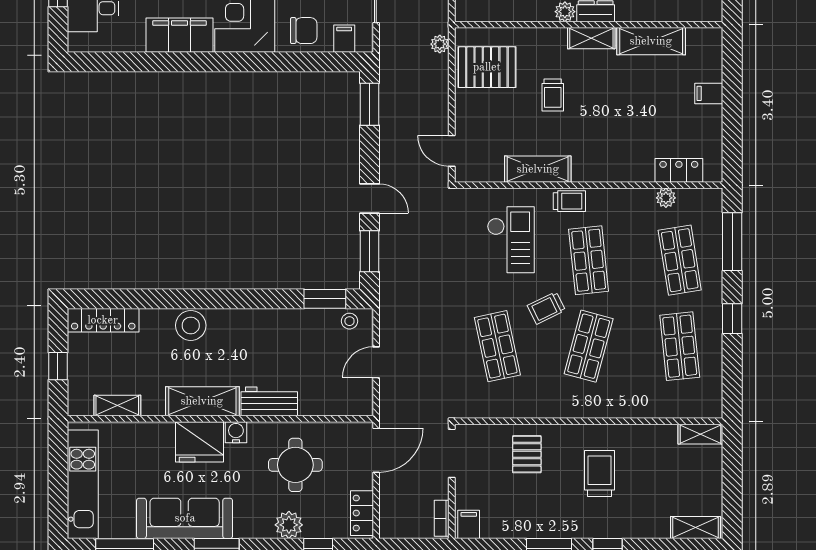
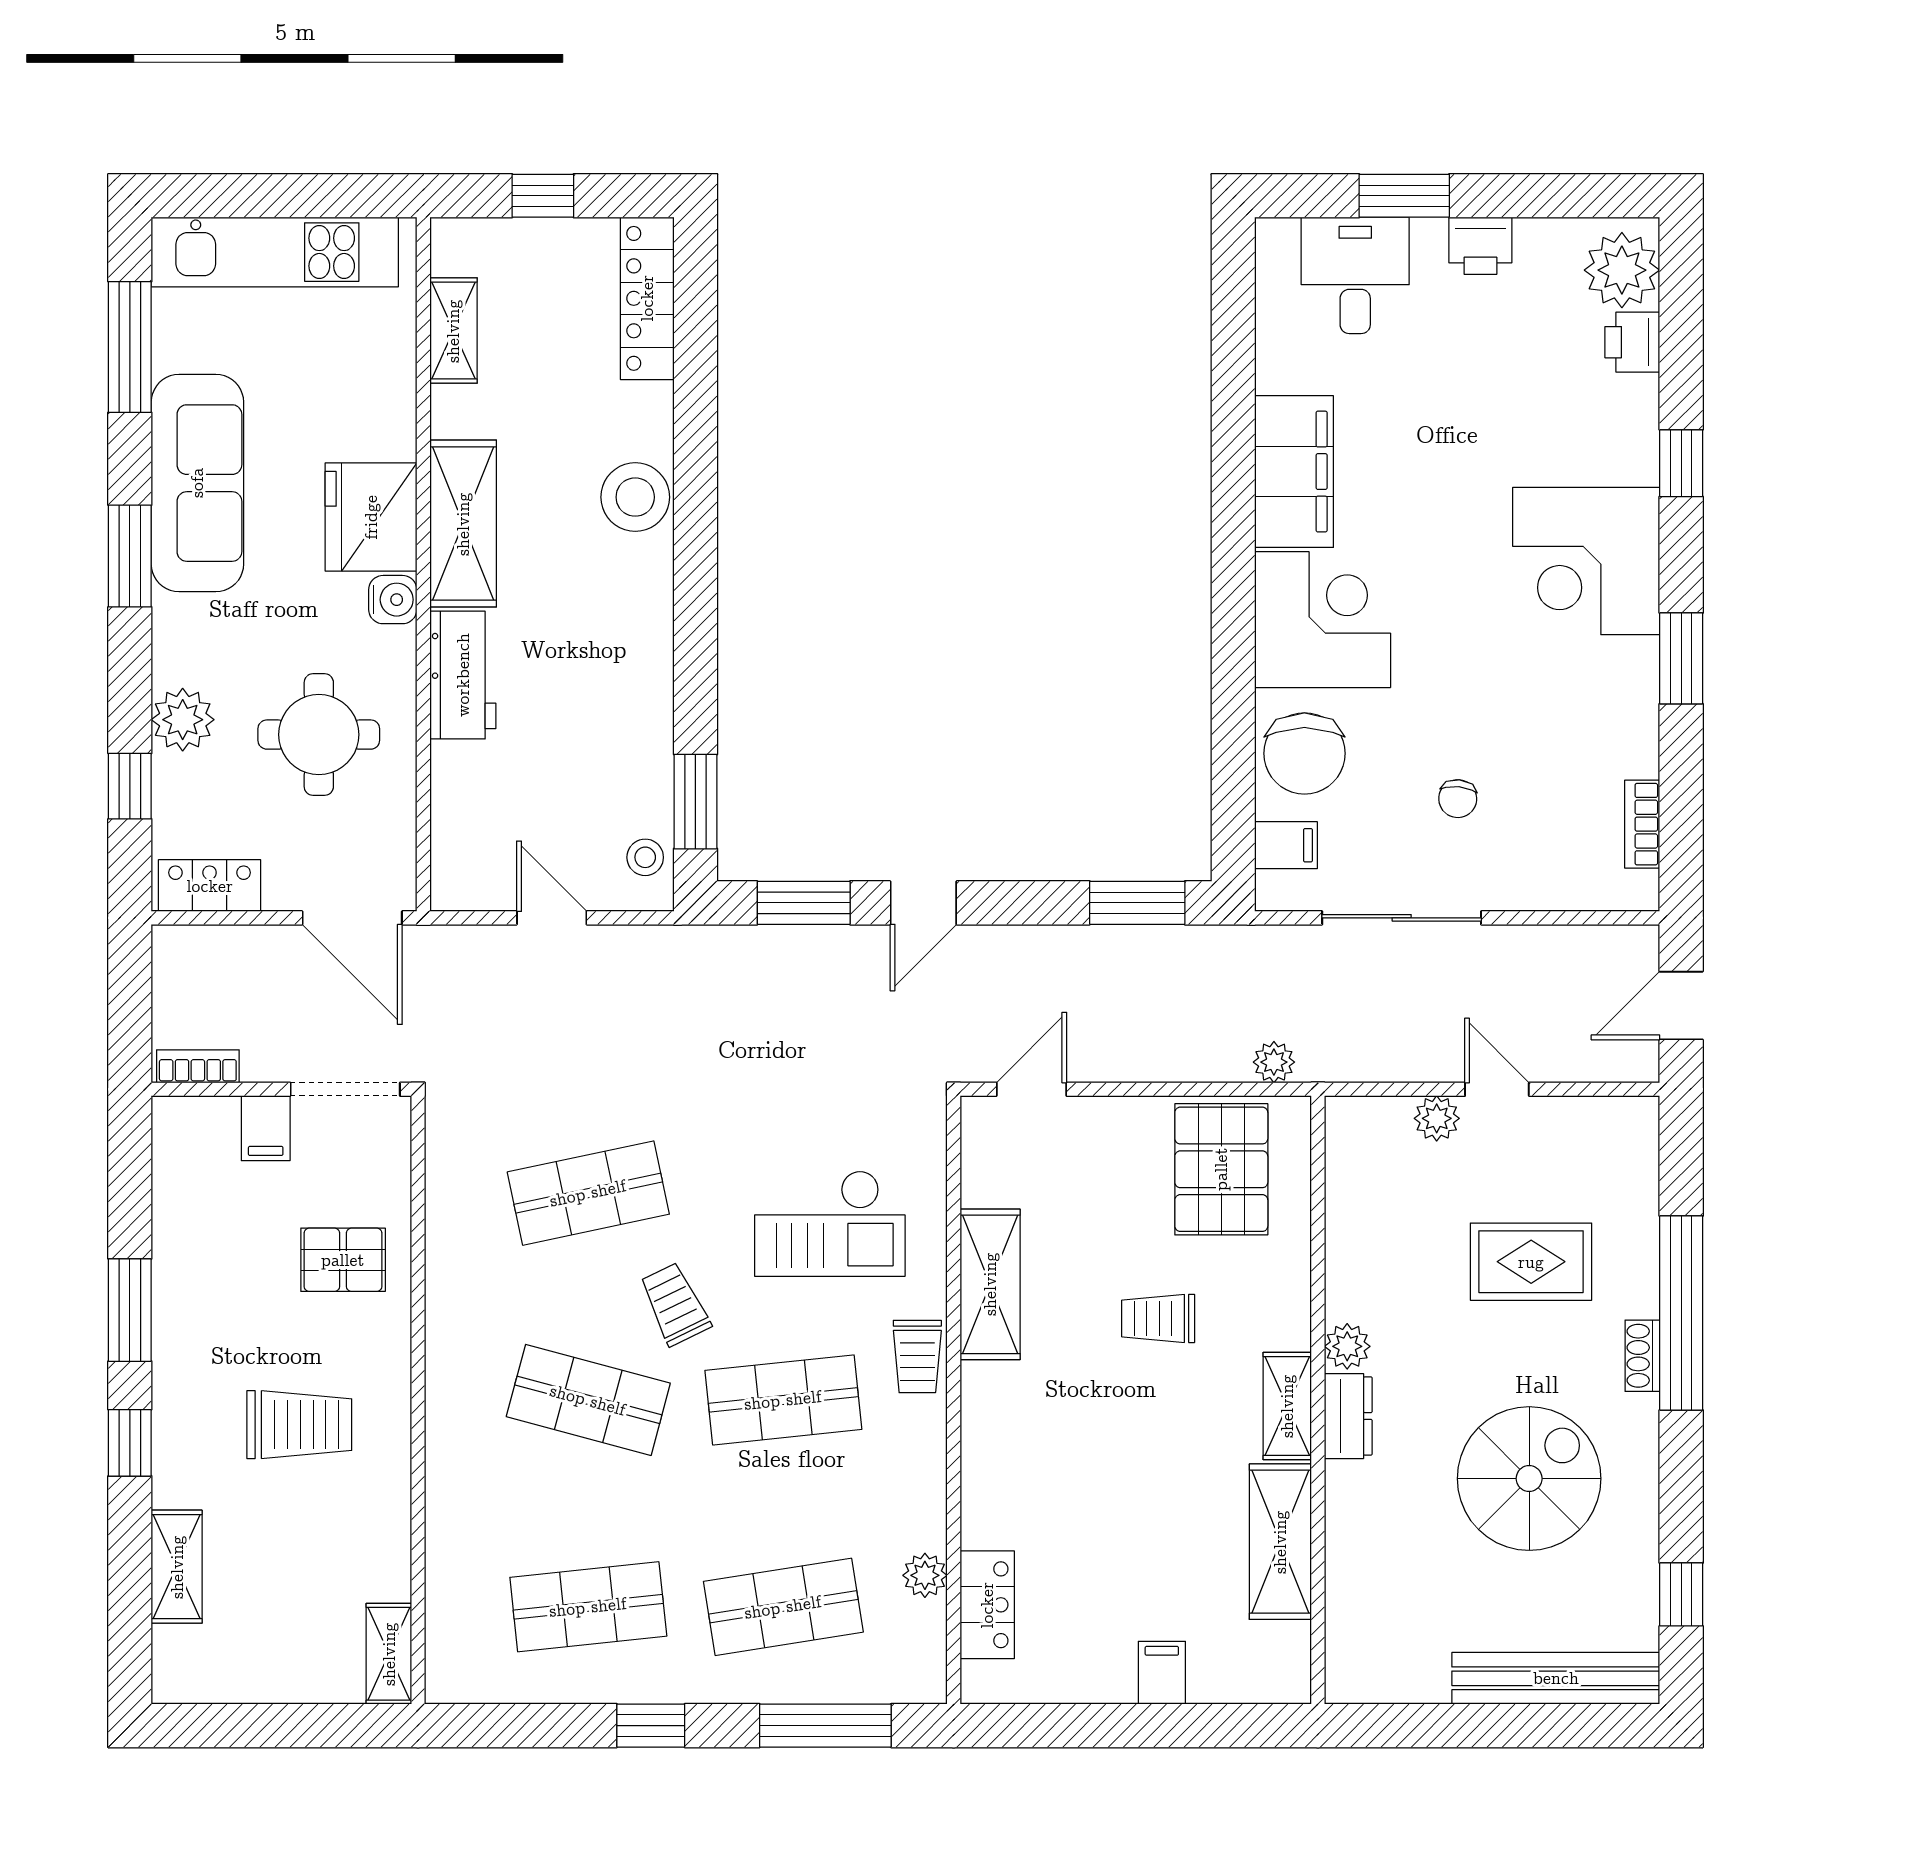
chair: (304, 31) -> (1304, 753), width x1.37, depth x1.37
filing cabinet: (469, 524) -> (266, 1128), moved, turned 90
shelving: (695, 528) -> (177, 1567), moved

